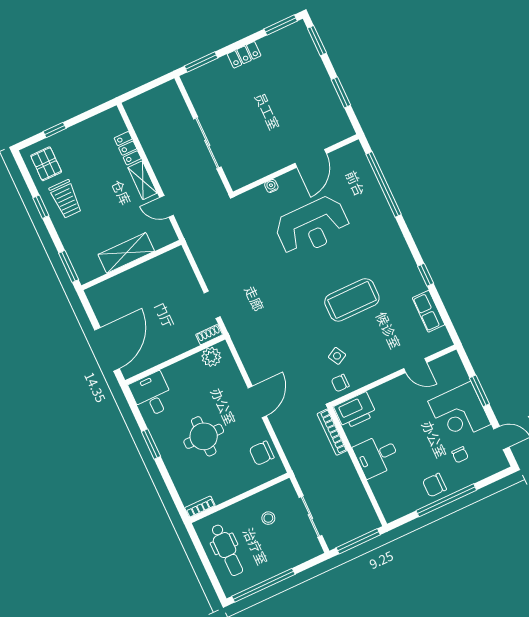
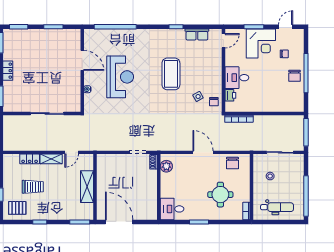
trolley: (66, 199) -> (33, 187), moved
door: (107, 349) -> (119, 222), moved
door: (415, 365) -> (223, 41), moved
printer: (355, 411) -> (230, 95), width x0.53, depth x0.68
round table: (204, 436) -> (220, 195), moved
desk: (377, 456) -> (237, 78), moved, turned 90

